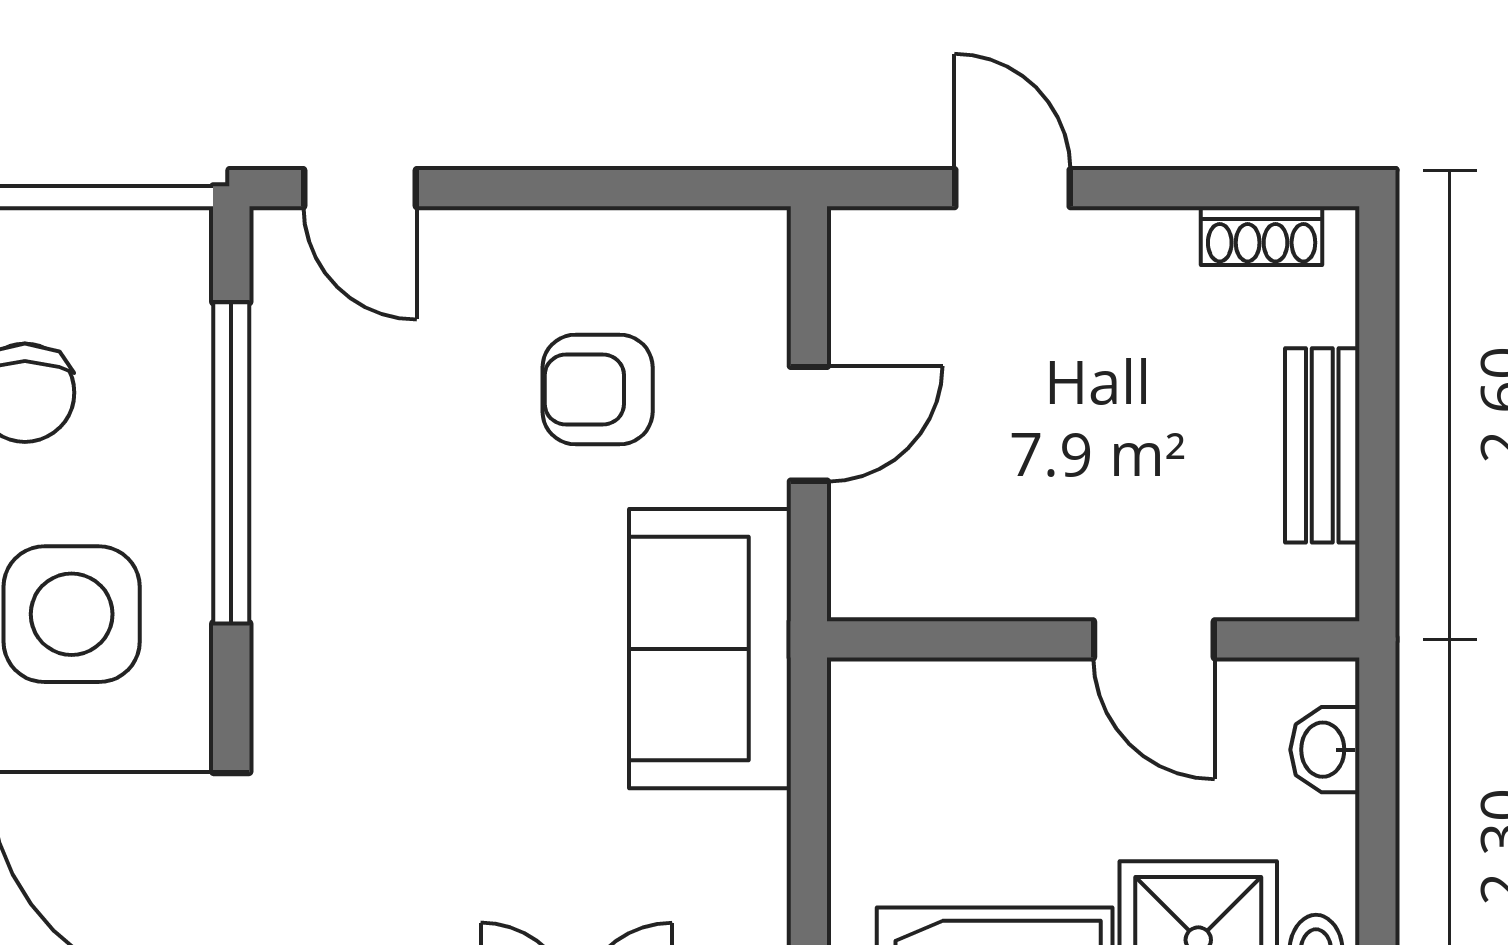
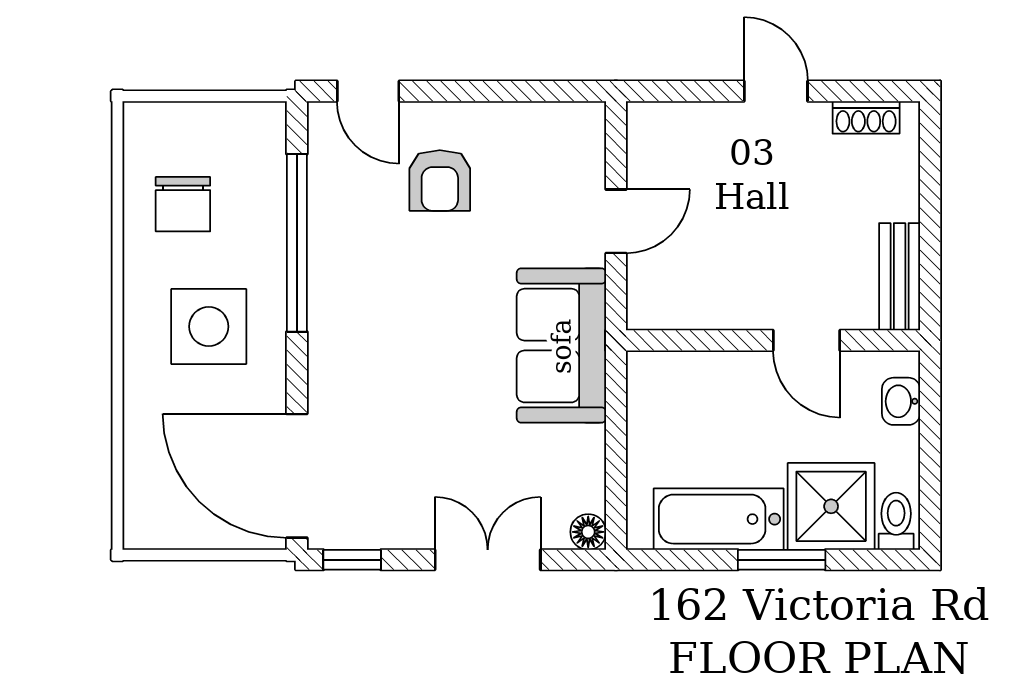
door: (1012, 188) -> (776, 91), moved
armchair: (598, 390) -> (440, 180), moved, turned -90
bench: (1322, 445) -> (900, 277), moved

